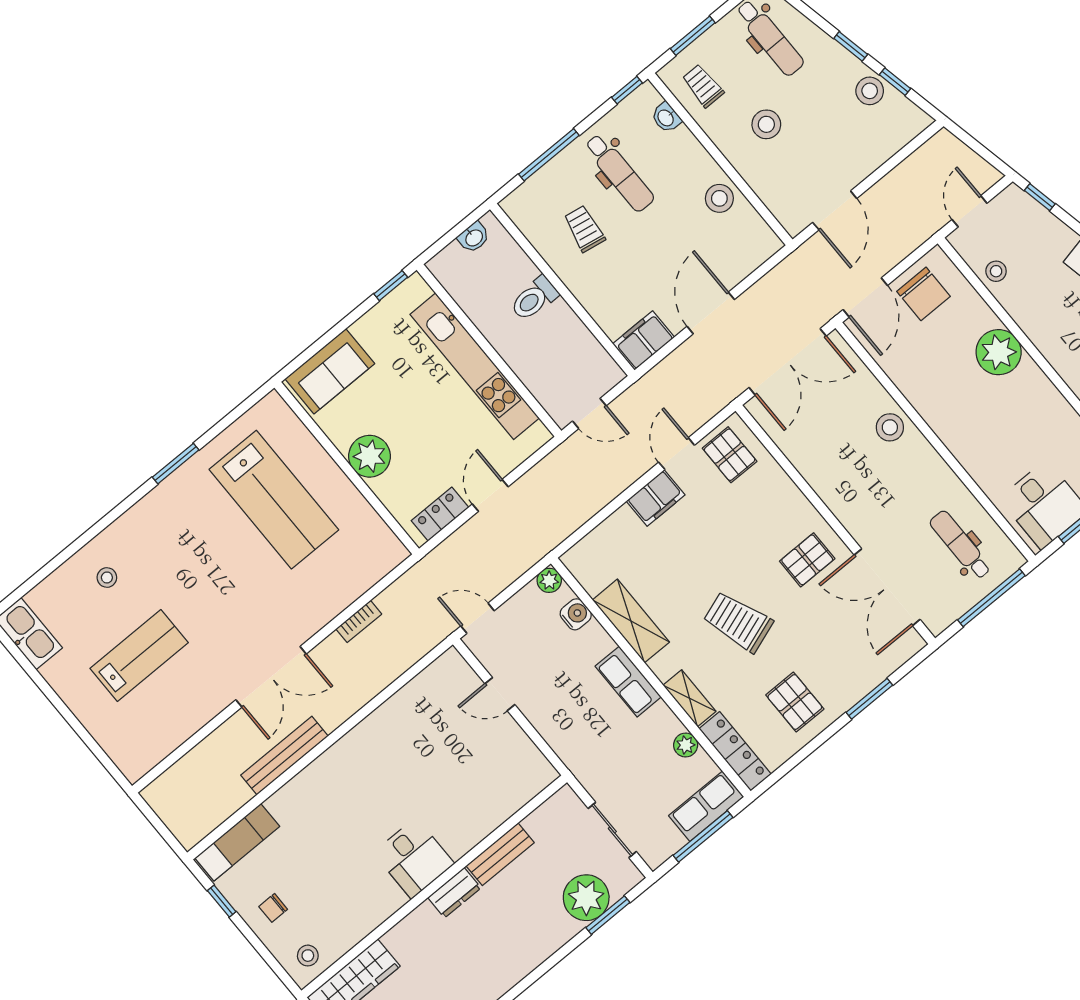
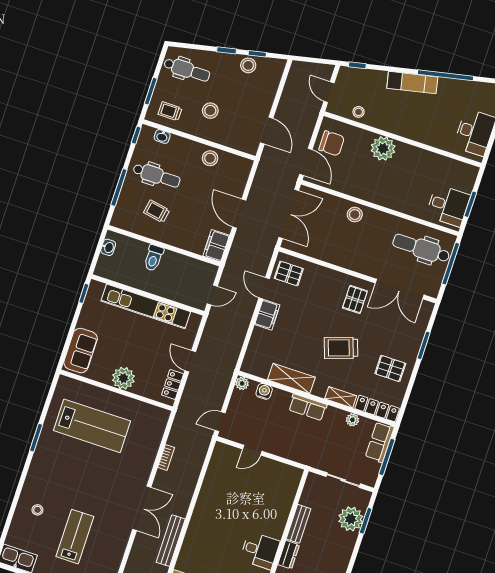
dental chair: (960, 545) -> (421, 248), width x1.36, depth x1.38

